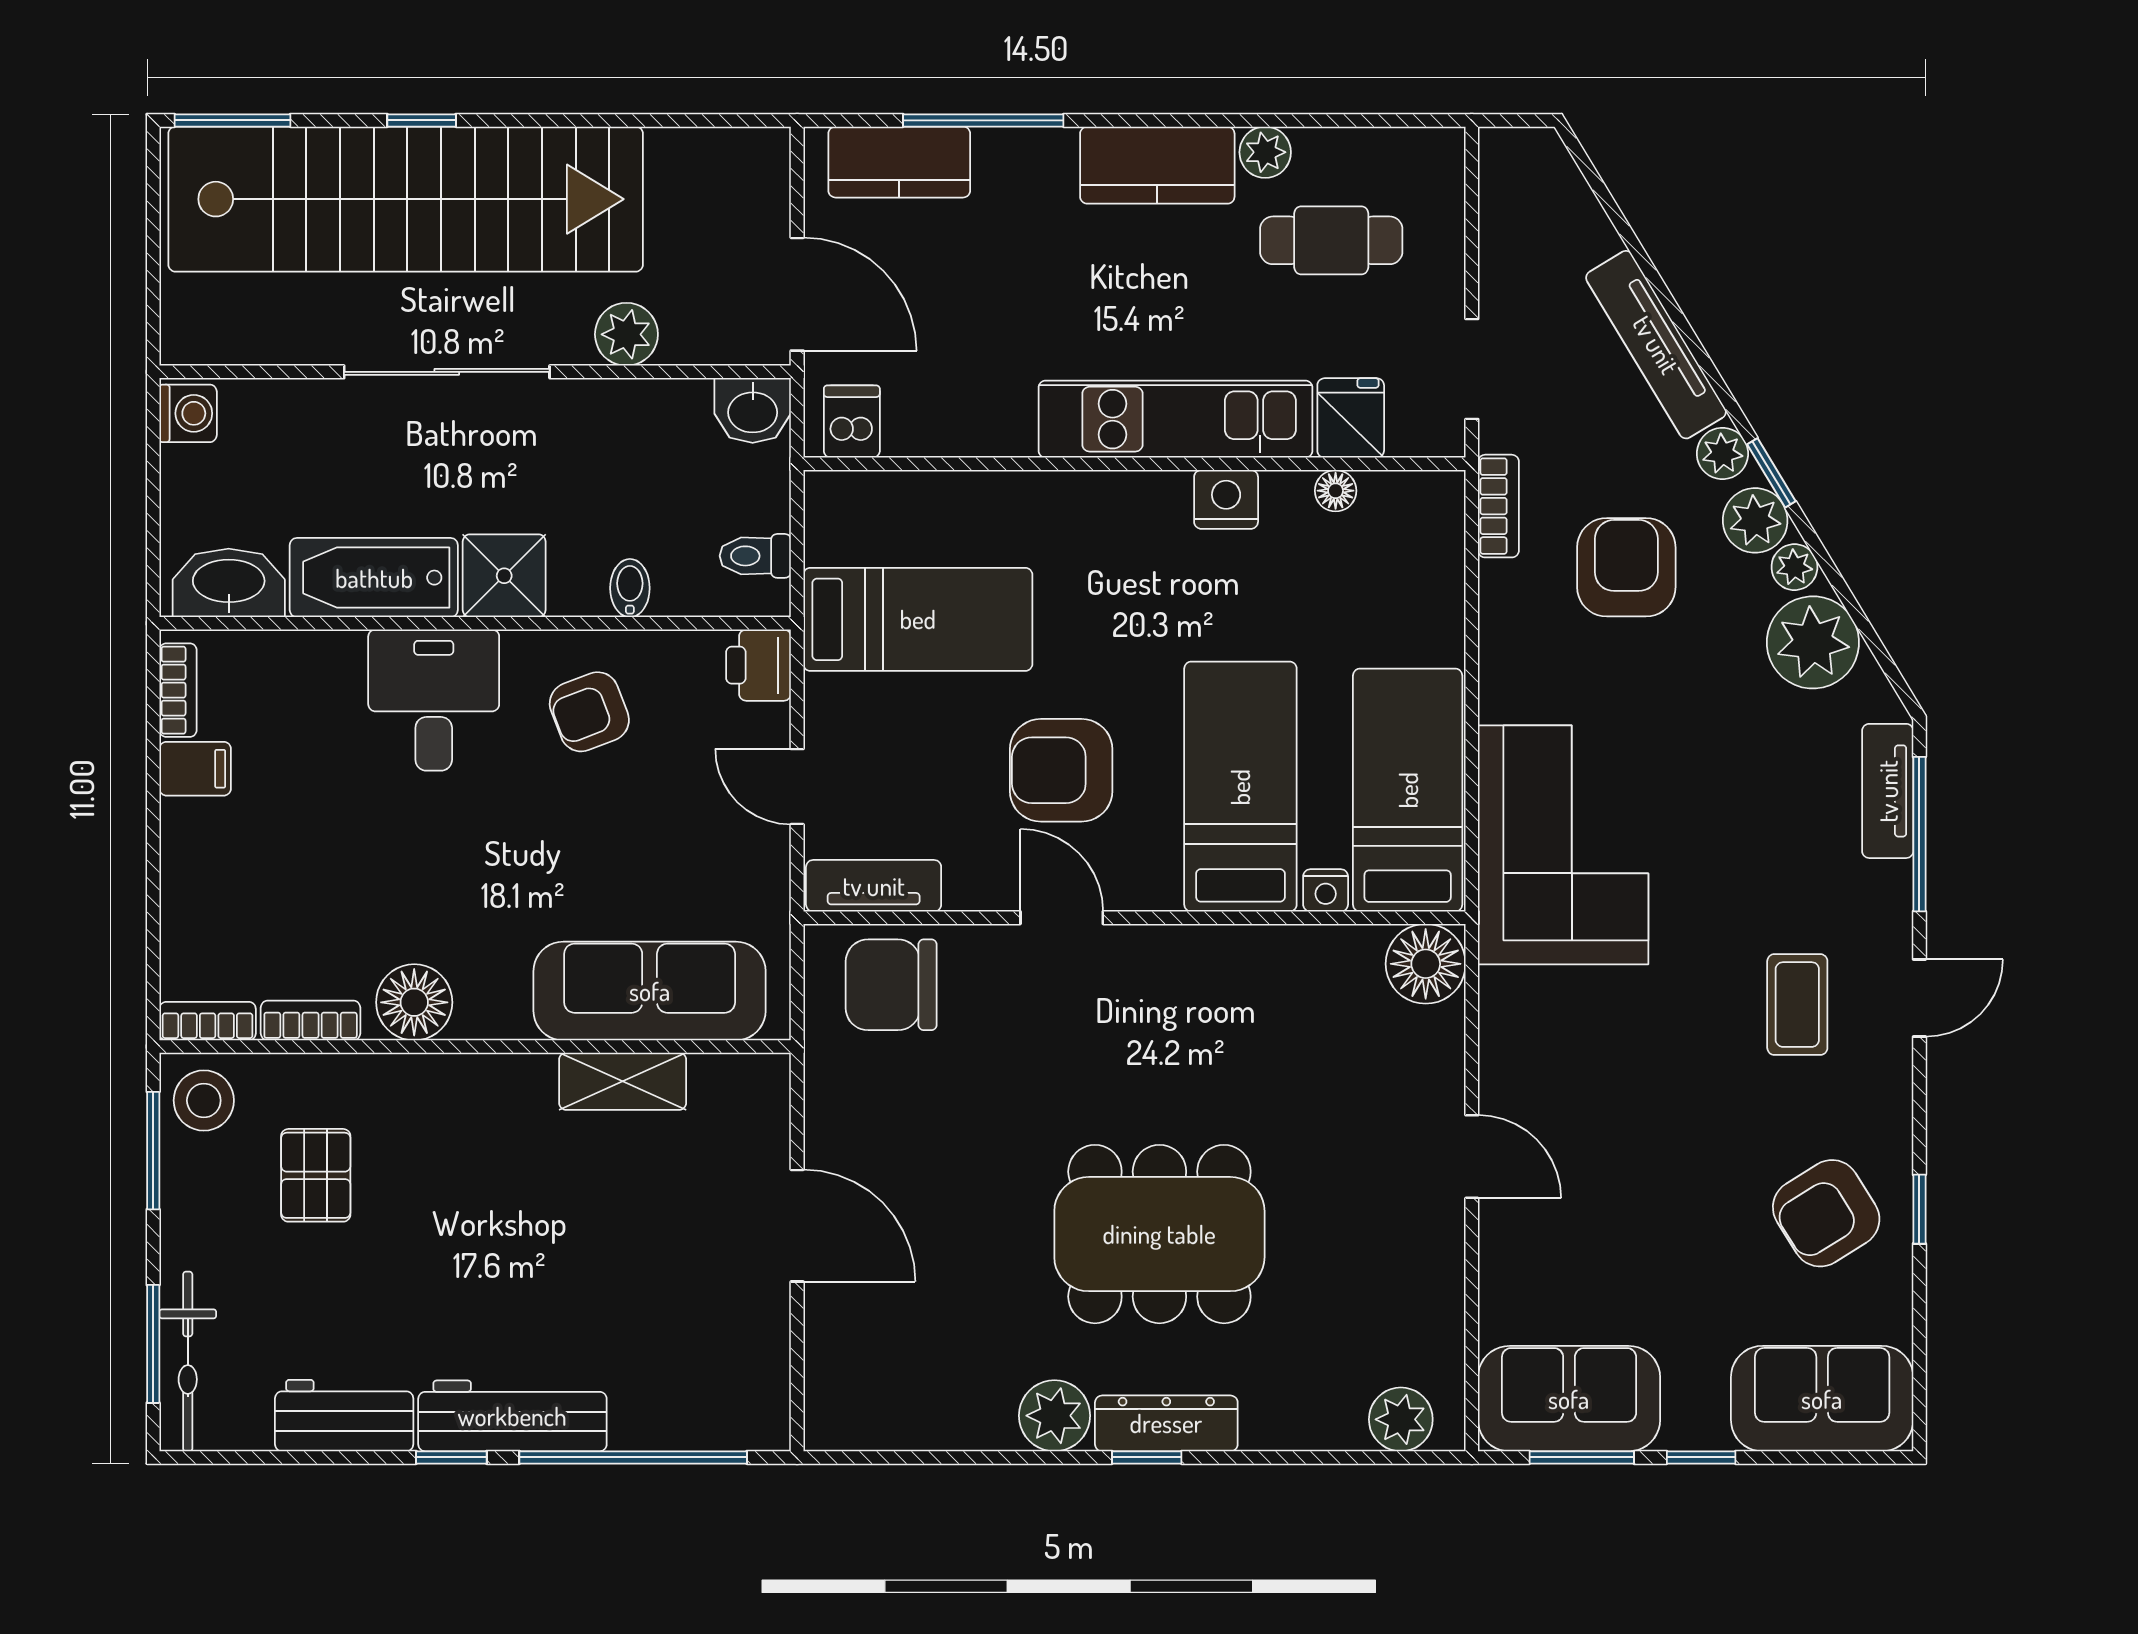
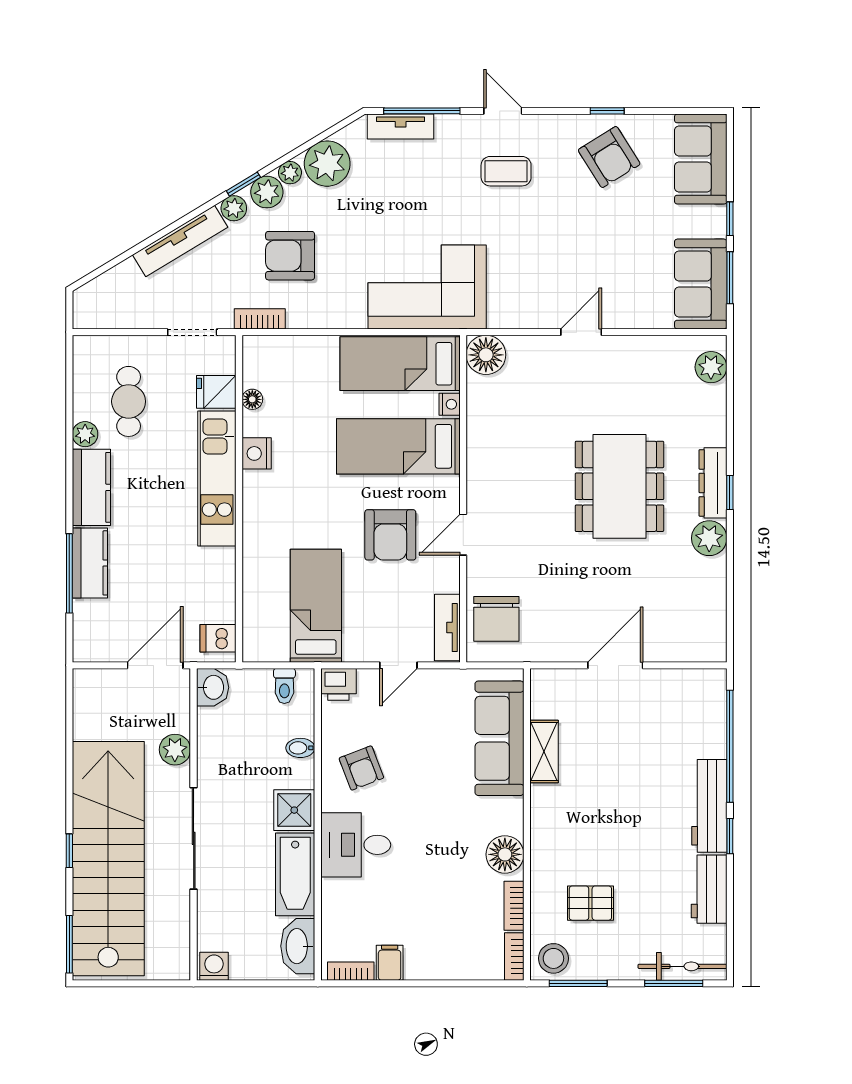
kitchen counter: (899, 162) -> (90, 563), moved

